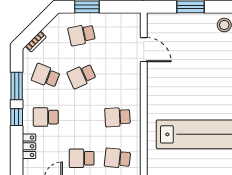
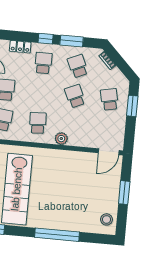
door: (144, 50) -> (109, 152), moved
school desk: (46, 76) -> (78, 66), turned -45
plant: (133, 87) -> (61, 139), added

